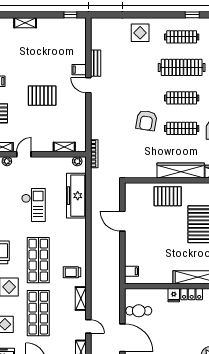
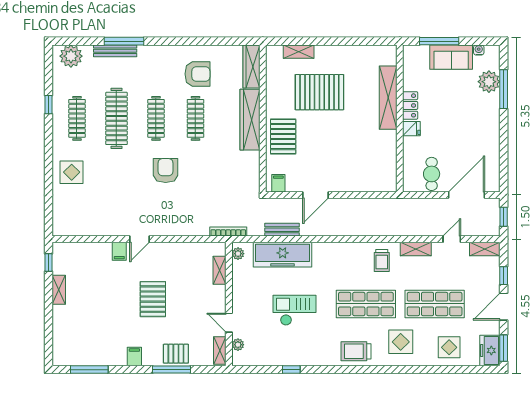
shelving: (25, 23) -> (59, 290), moved
bench: (96, 63) -> (282, 230), moved
armchair: (146, 120) -> (166, 171), moved, turned -99
filing cabinet: (132, 271) -> (278, 183), moved

